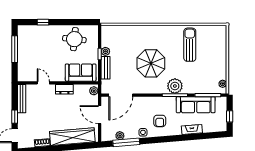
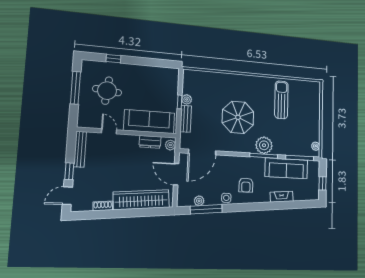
round table: (74, 39) -> (107, 91), moved
sofa: (81, 73) -> (149, 122), width x1.36
dresser: (64, 89) -> (150, 142), moved

